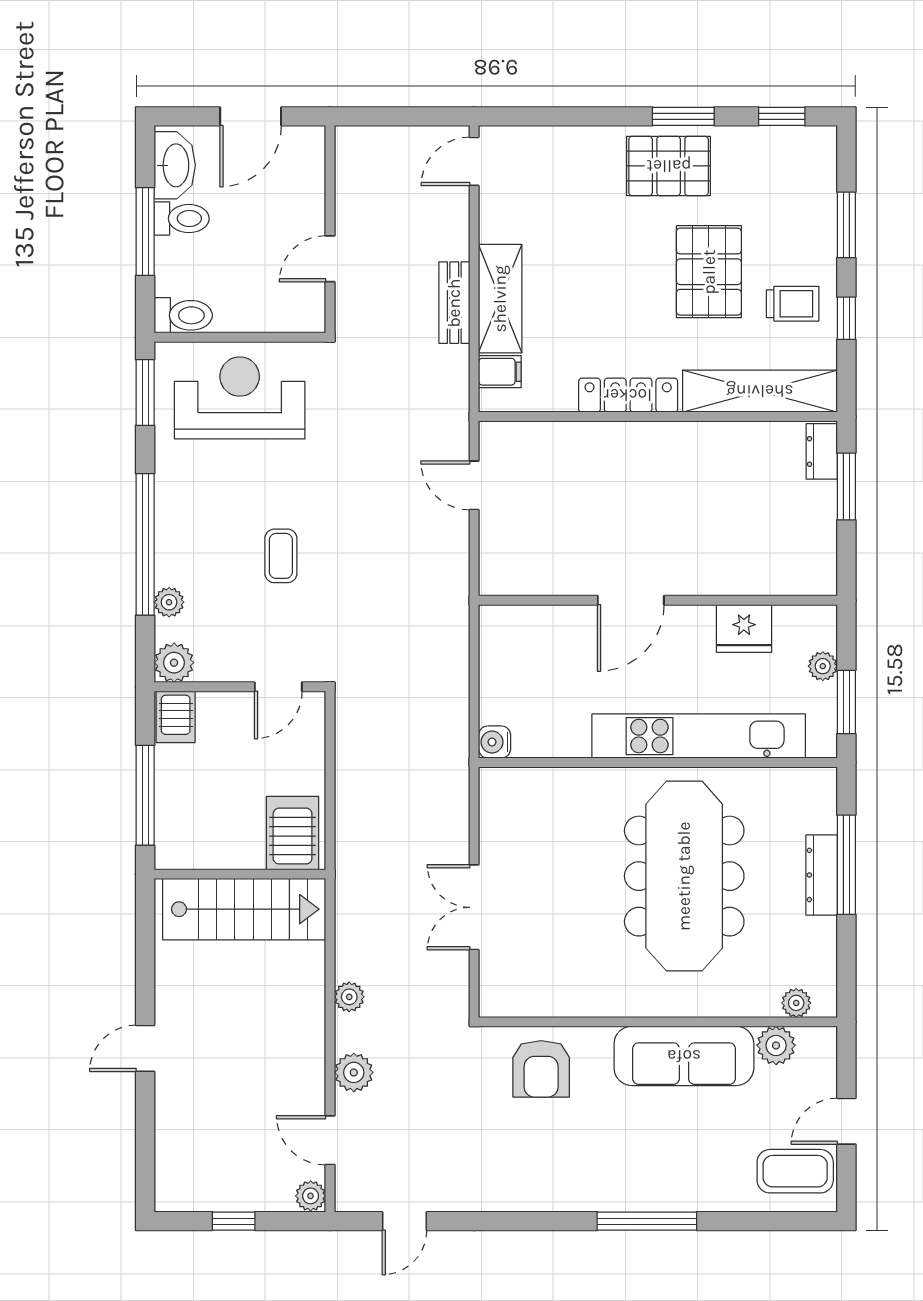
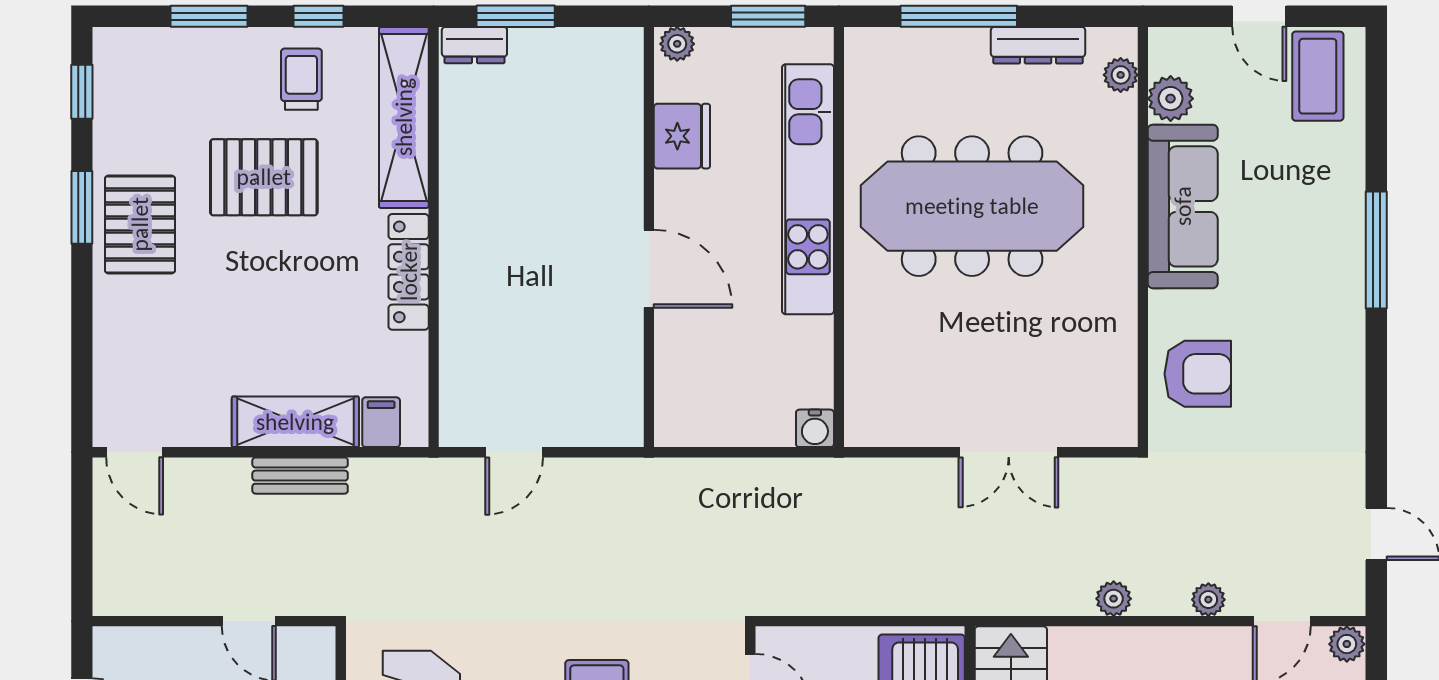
plant: (823, 666) -> (677, 44), moved
dresser: (822, 875) -> (1038, 45), moved
plant: (354, 1072) -> (1208, 600), width x0.73, depth x0.73

